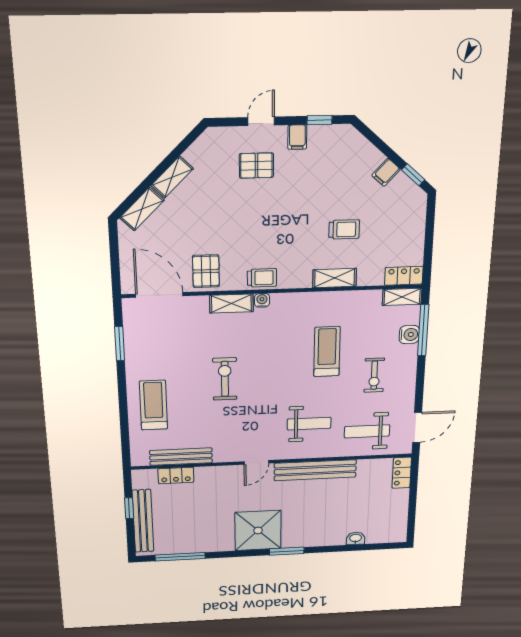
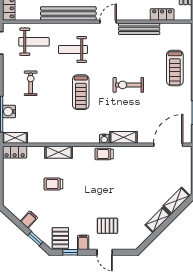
door: (261, 121) -> (105, 252), hinge flipped
window: (413, 175) -> (35, 239), moved
pallet: (206, 271) -> (60, 238), moved
door: (159, 295) -> (168, 145), swing flipped
treadmill: (327, 352) -> (81, 92), moved
exercise bike: (225, 379) -> (128, 85), turned 90
bench: (181, 457) -> (139, 29), moved

